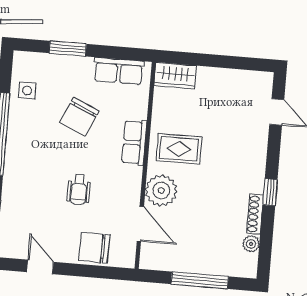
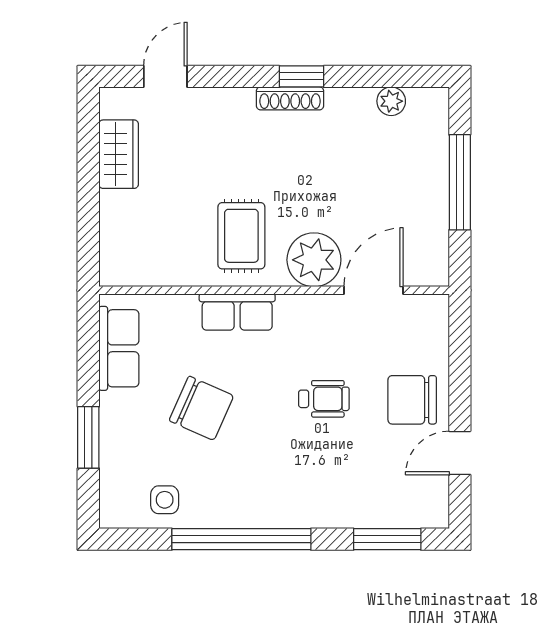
wardrobe: (175, 76) -> (119, 154), moved
shoe rack: (255, 214) -> (290, 98), moved
chair: (94, 248) -> (412, 400), moved, turned 89

